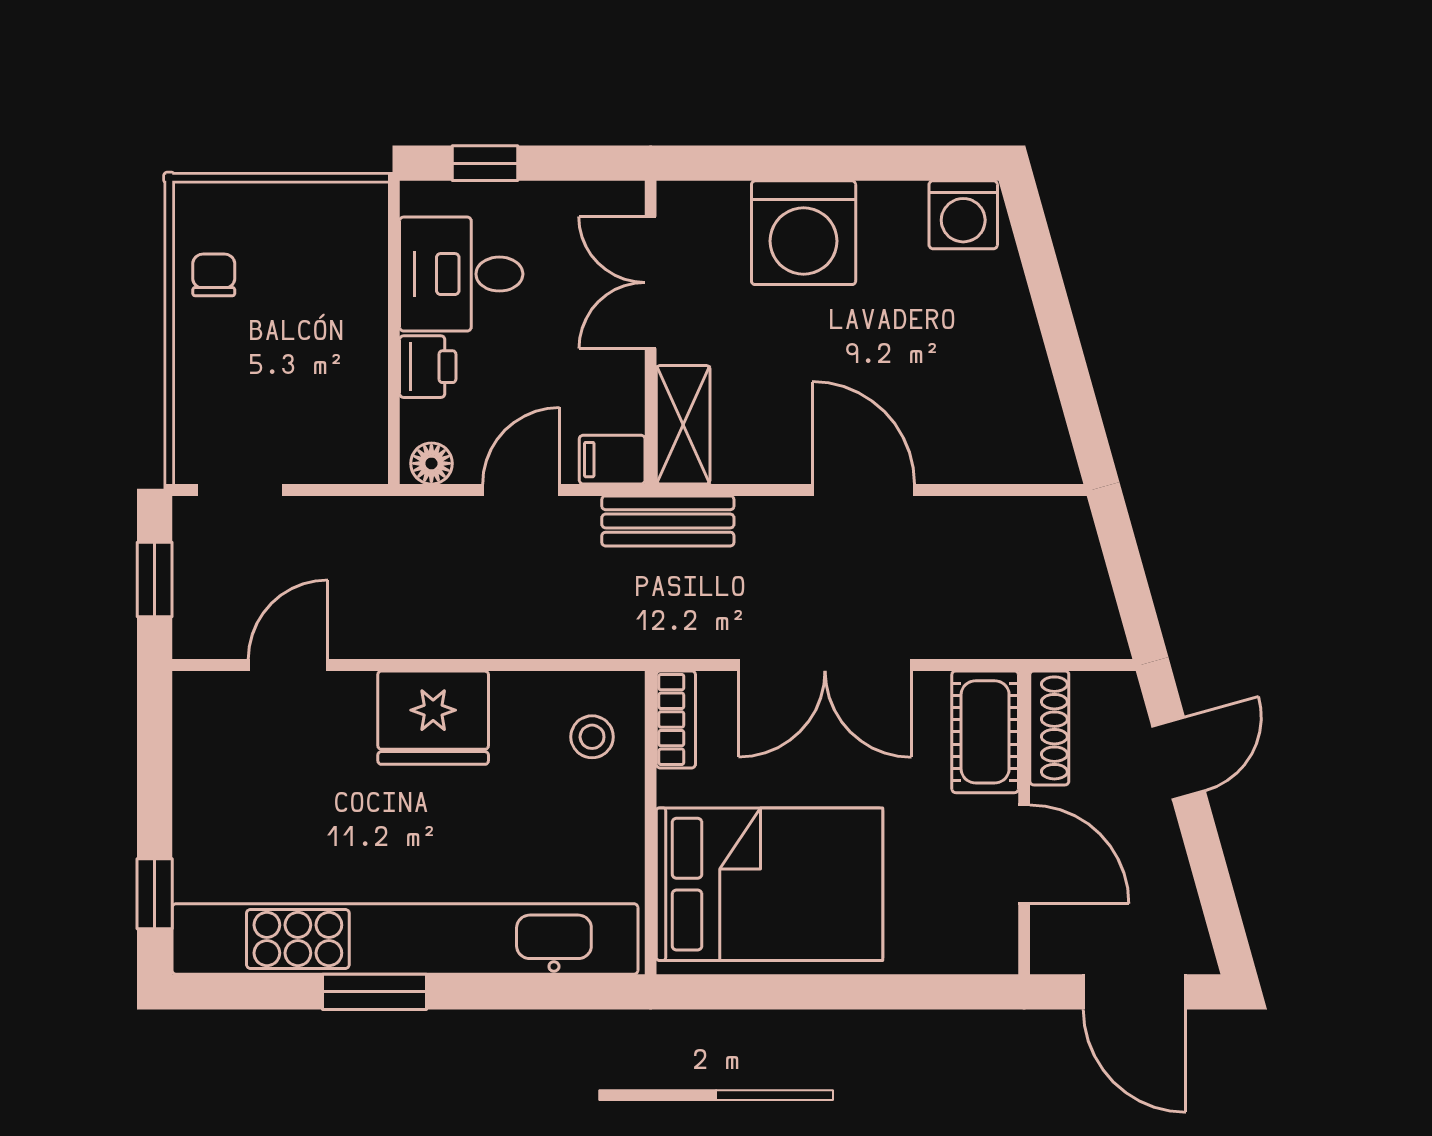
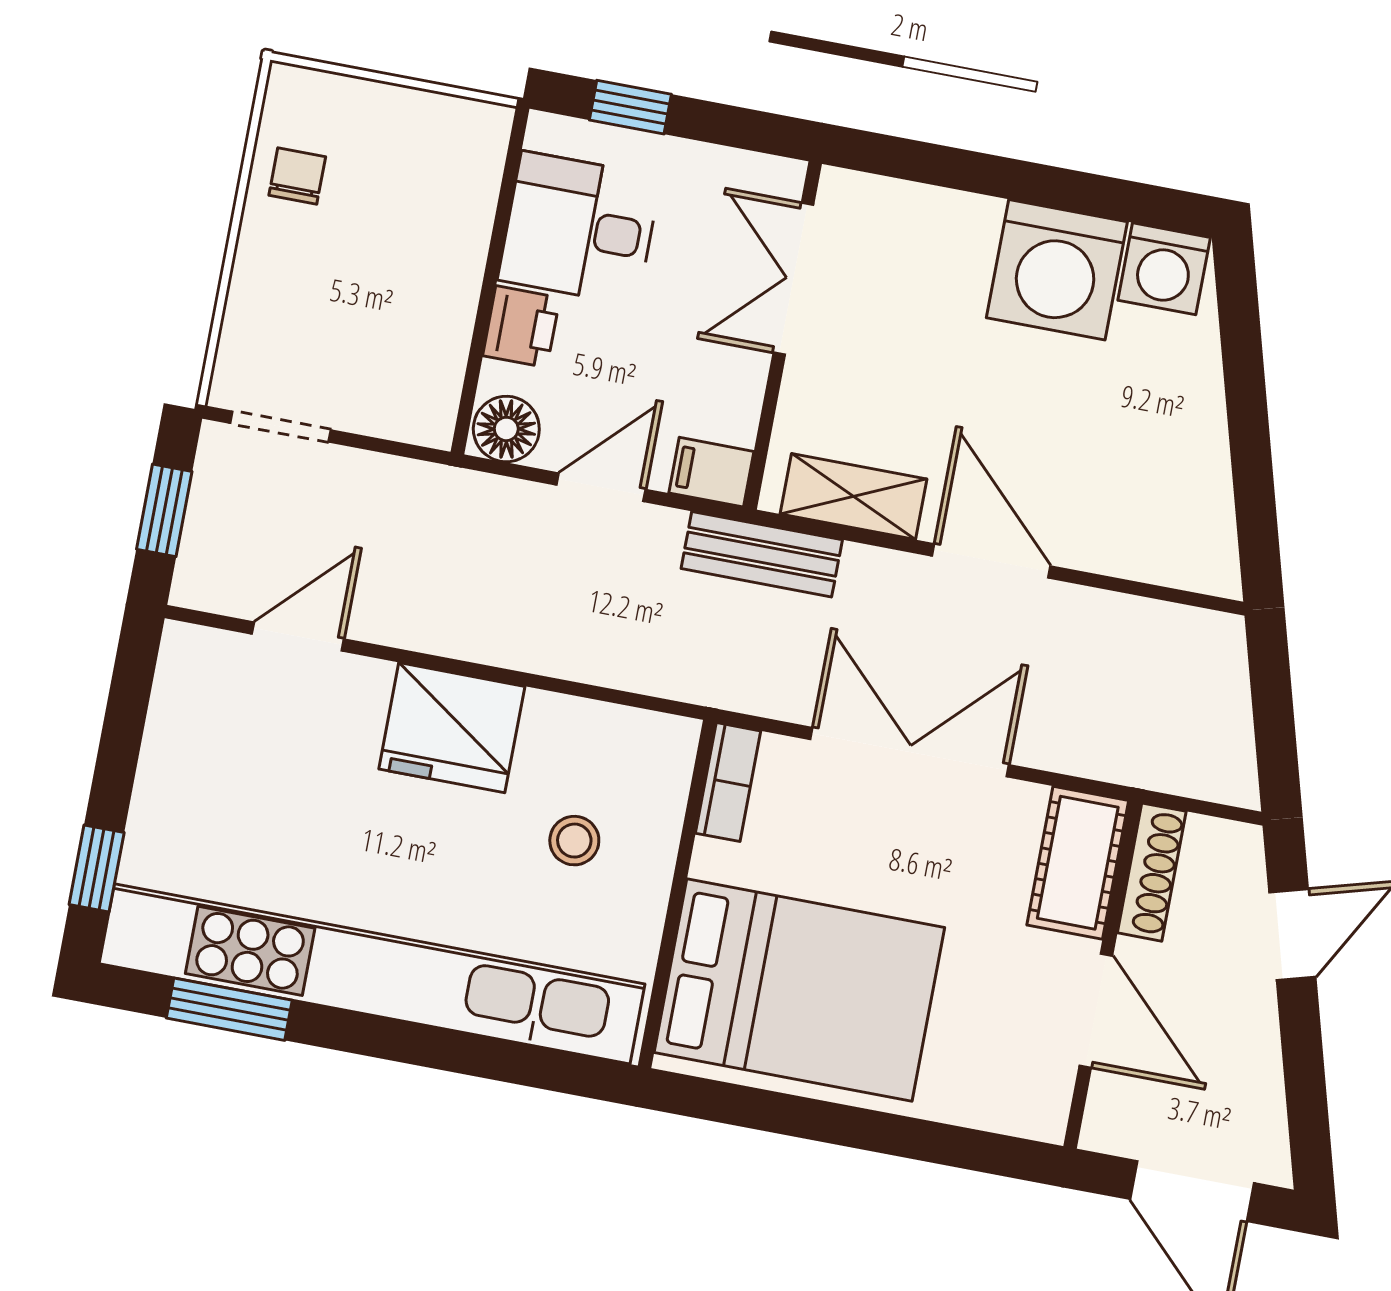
washing machine: (804, 233) -> (1057, 270), moved
shelving: (683, 425) -> (853, 496), moved, turned 90
floor lamp: (431, 463) -> (506, 429), width x1.37, depth x1.37
double door: (825, 665) -> (910, 752), swing flipped
stool: (592, 737) -> (574, 841), moved
window: (375, 992) -> (229, 1009), moved

